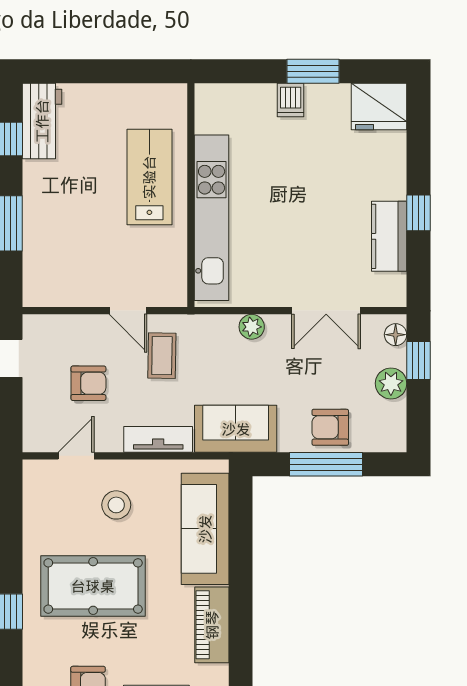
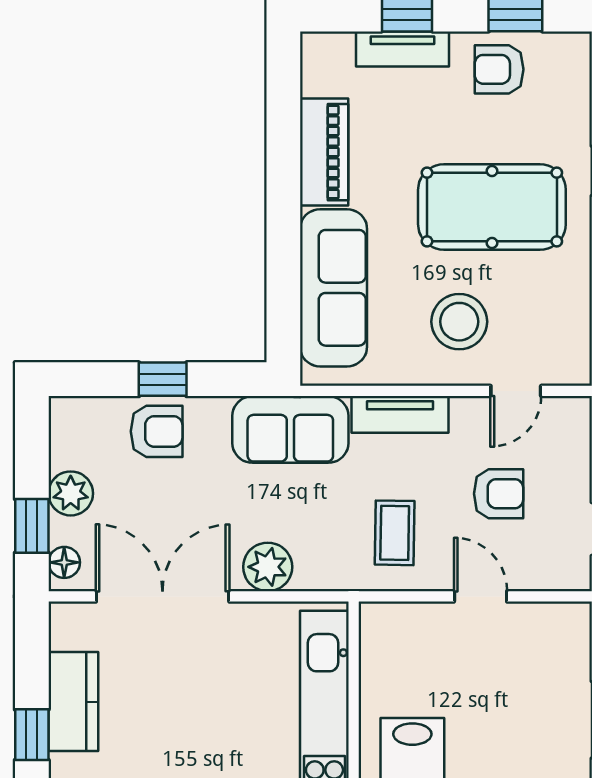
door: (128, 311) -> (481, 596), moved
double door: (326, 311) -> (163, 596), width x1.37
plant: (252, 327) -> (268, 567), width x1.38, depth x1.38
armchair: (88, 383) -> (499, 494), turned 180
window: (326, 464) -> (163, 379), width x0.46
stool: (116, 505) -> (459, 322), width x1.38, depth x1.38

